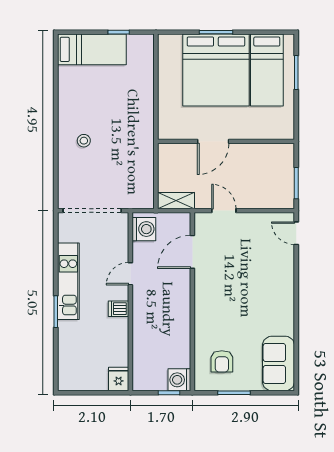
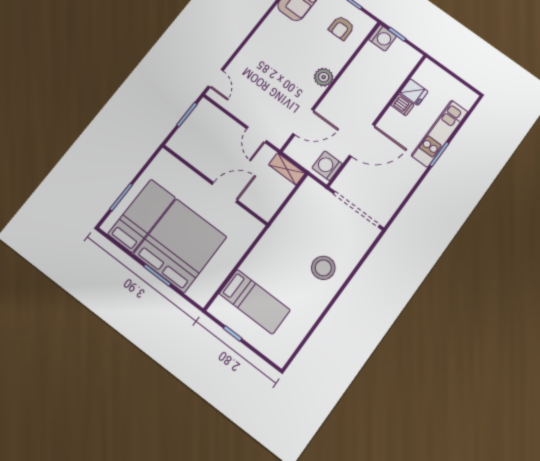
bed: (92, 49) -> (255, 302), moved, turned 180
stool: (84, 141) -> (323, 268), width x1.89, depth x1.89
door: (130, 274) -> (362, 140), width x1.87
kitchen unit: (68, 281) -> (440, 134), moved
plant: (204, 305) -> (324, 77), added
dishwasher: (118, 309) -> (402, 105), moved
armchair: (222, 361) -> (341, 28), turned 180
fridge: (119, 379) -> (414, 92), moved, turned -90

